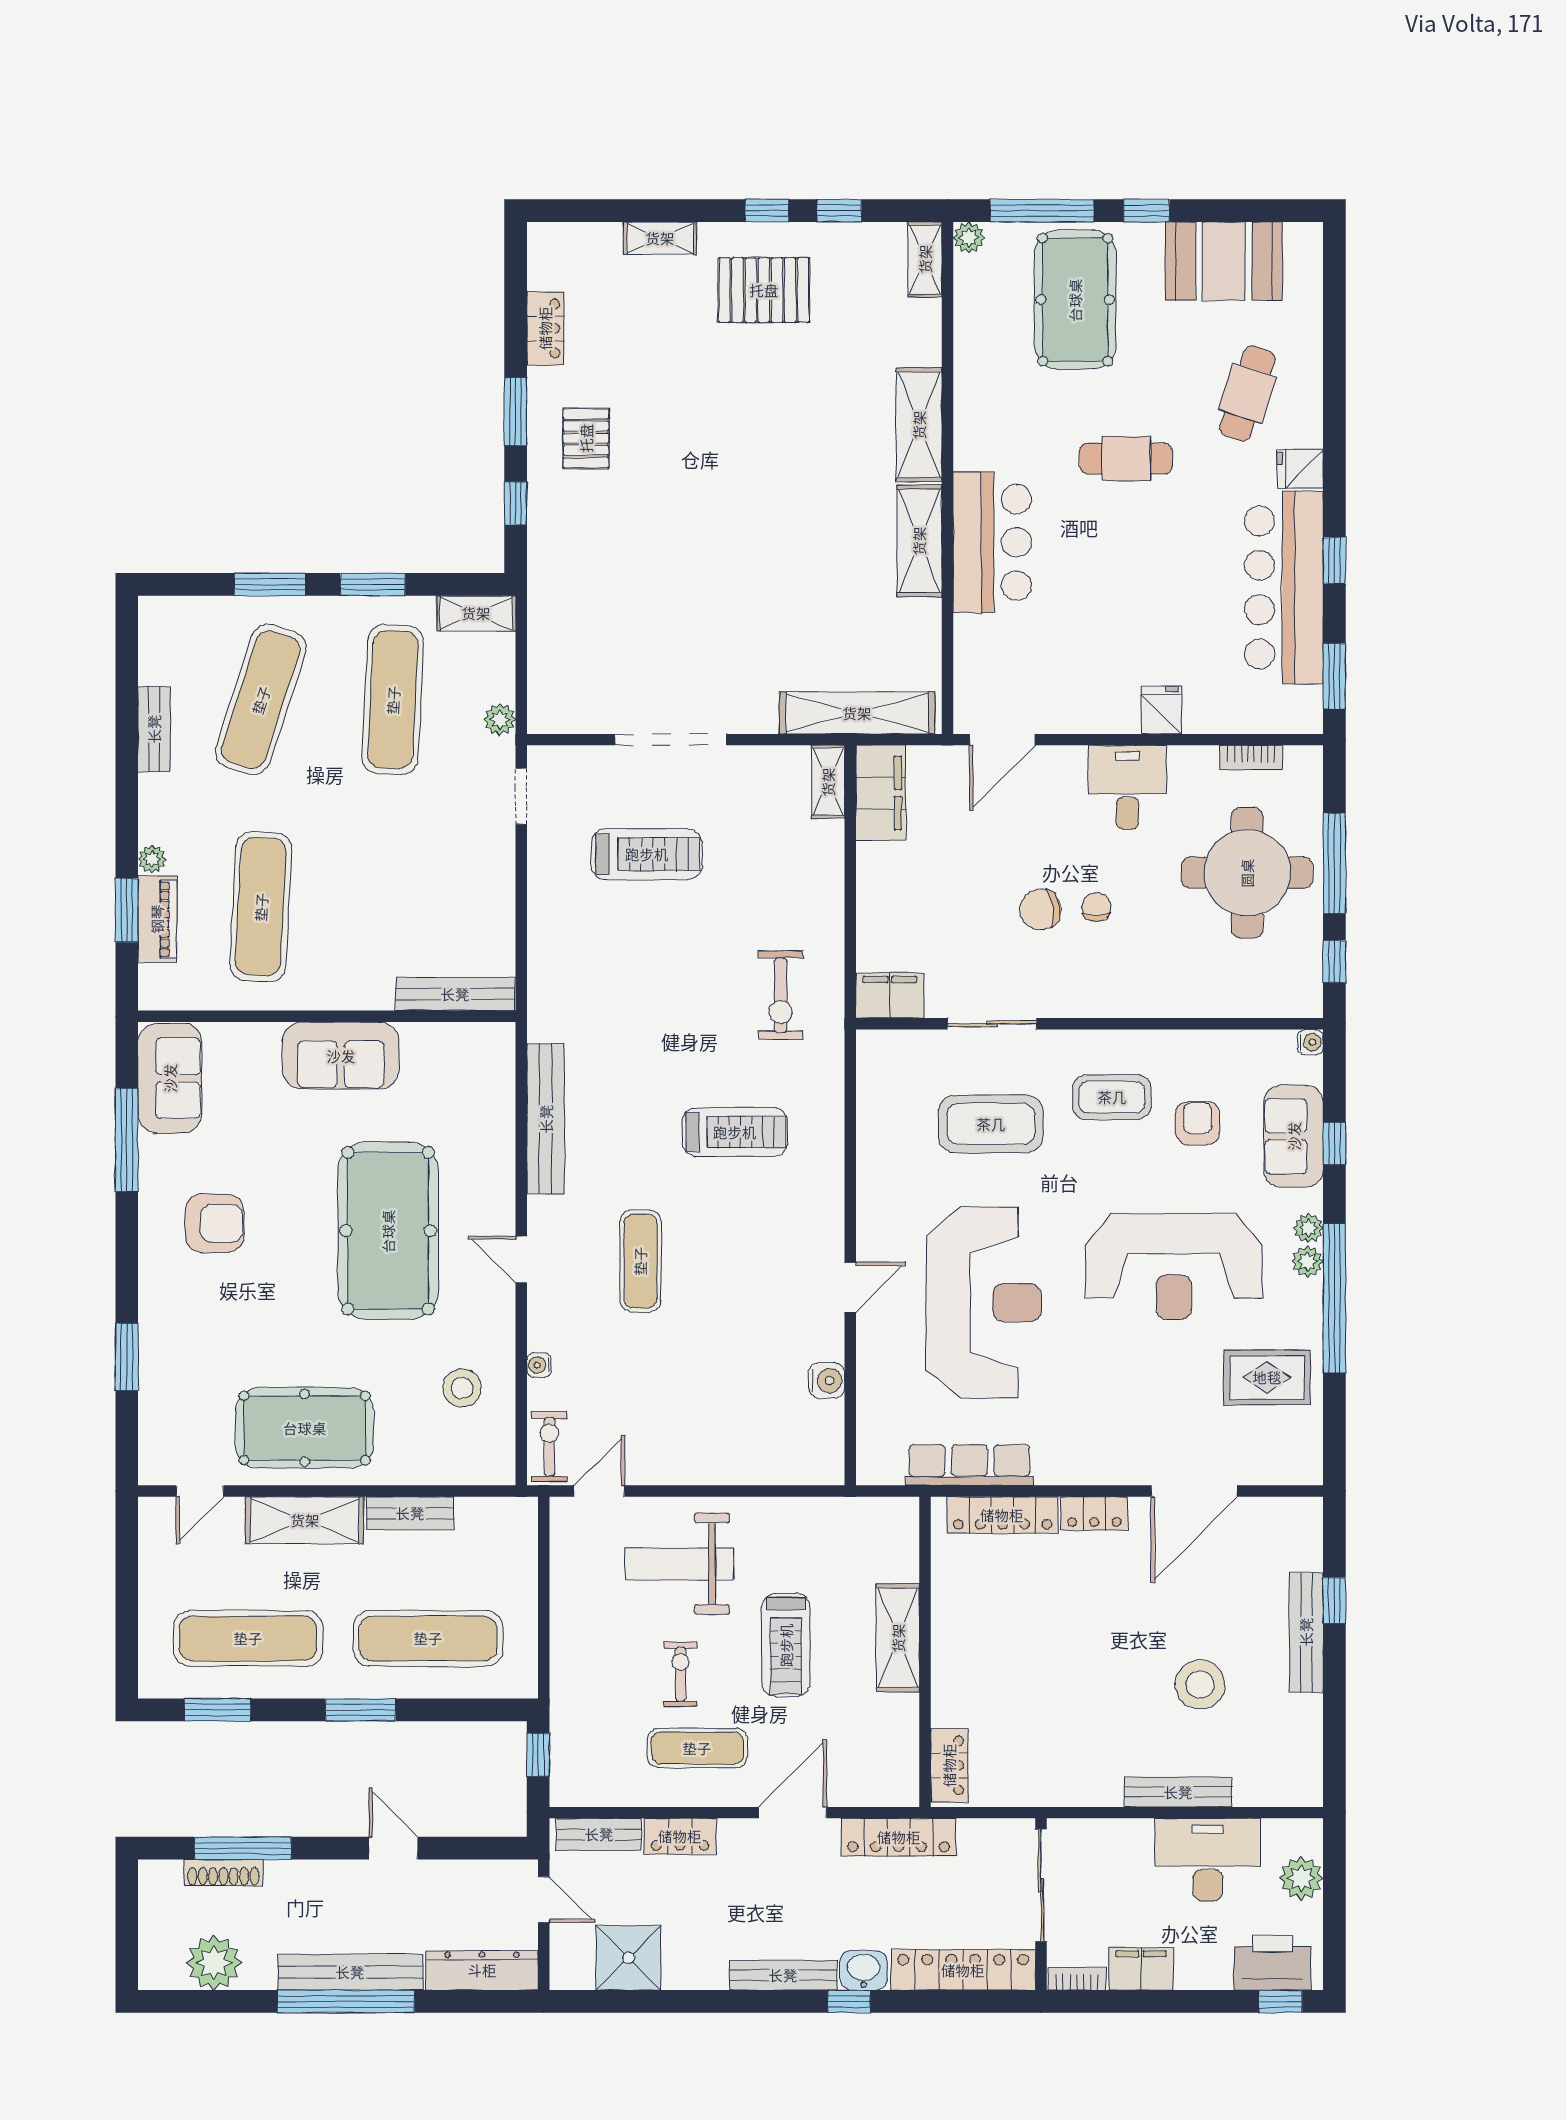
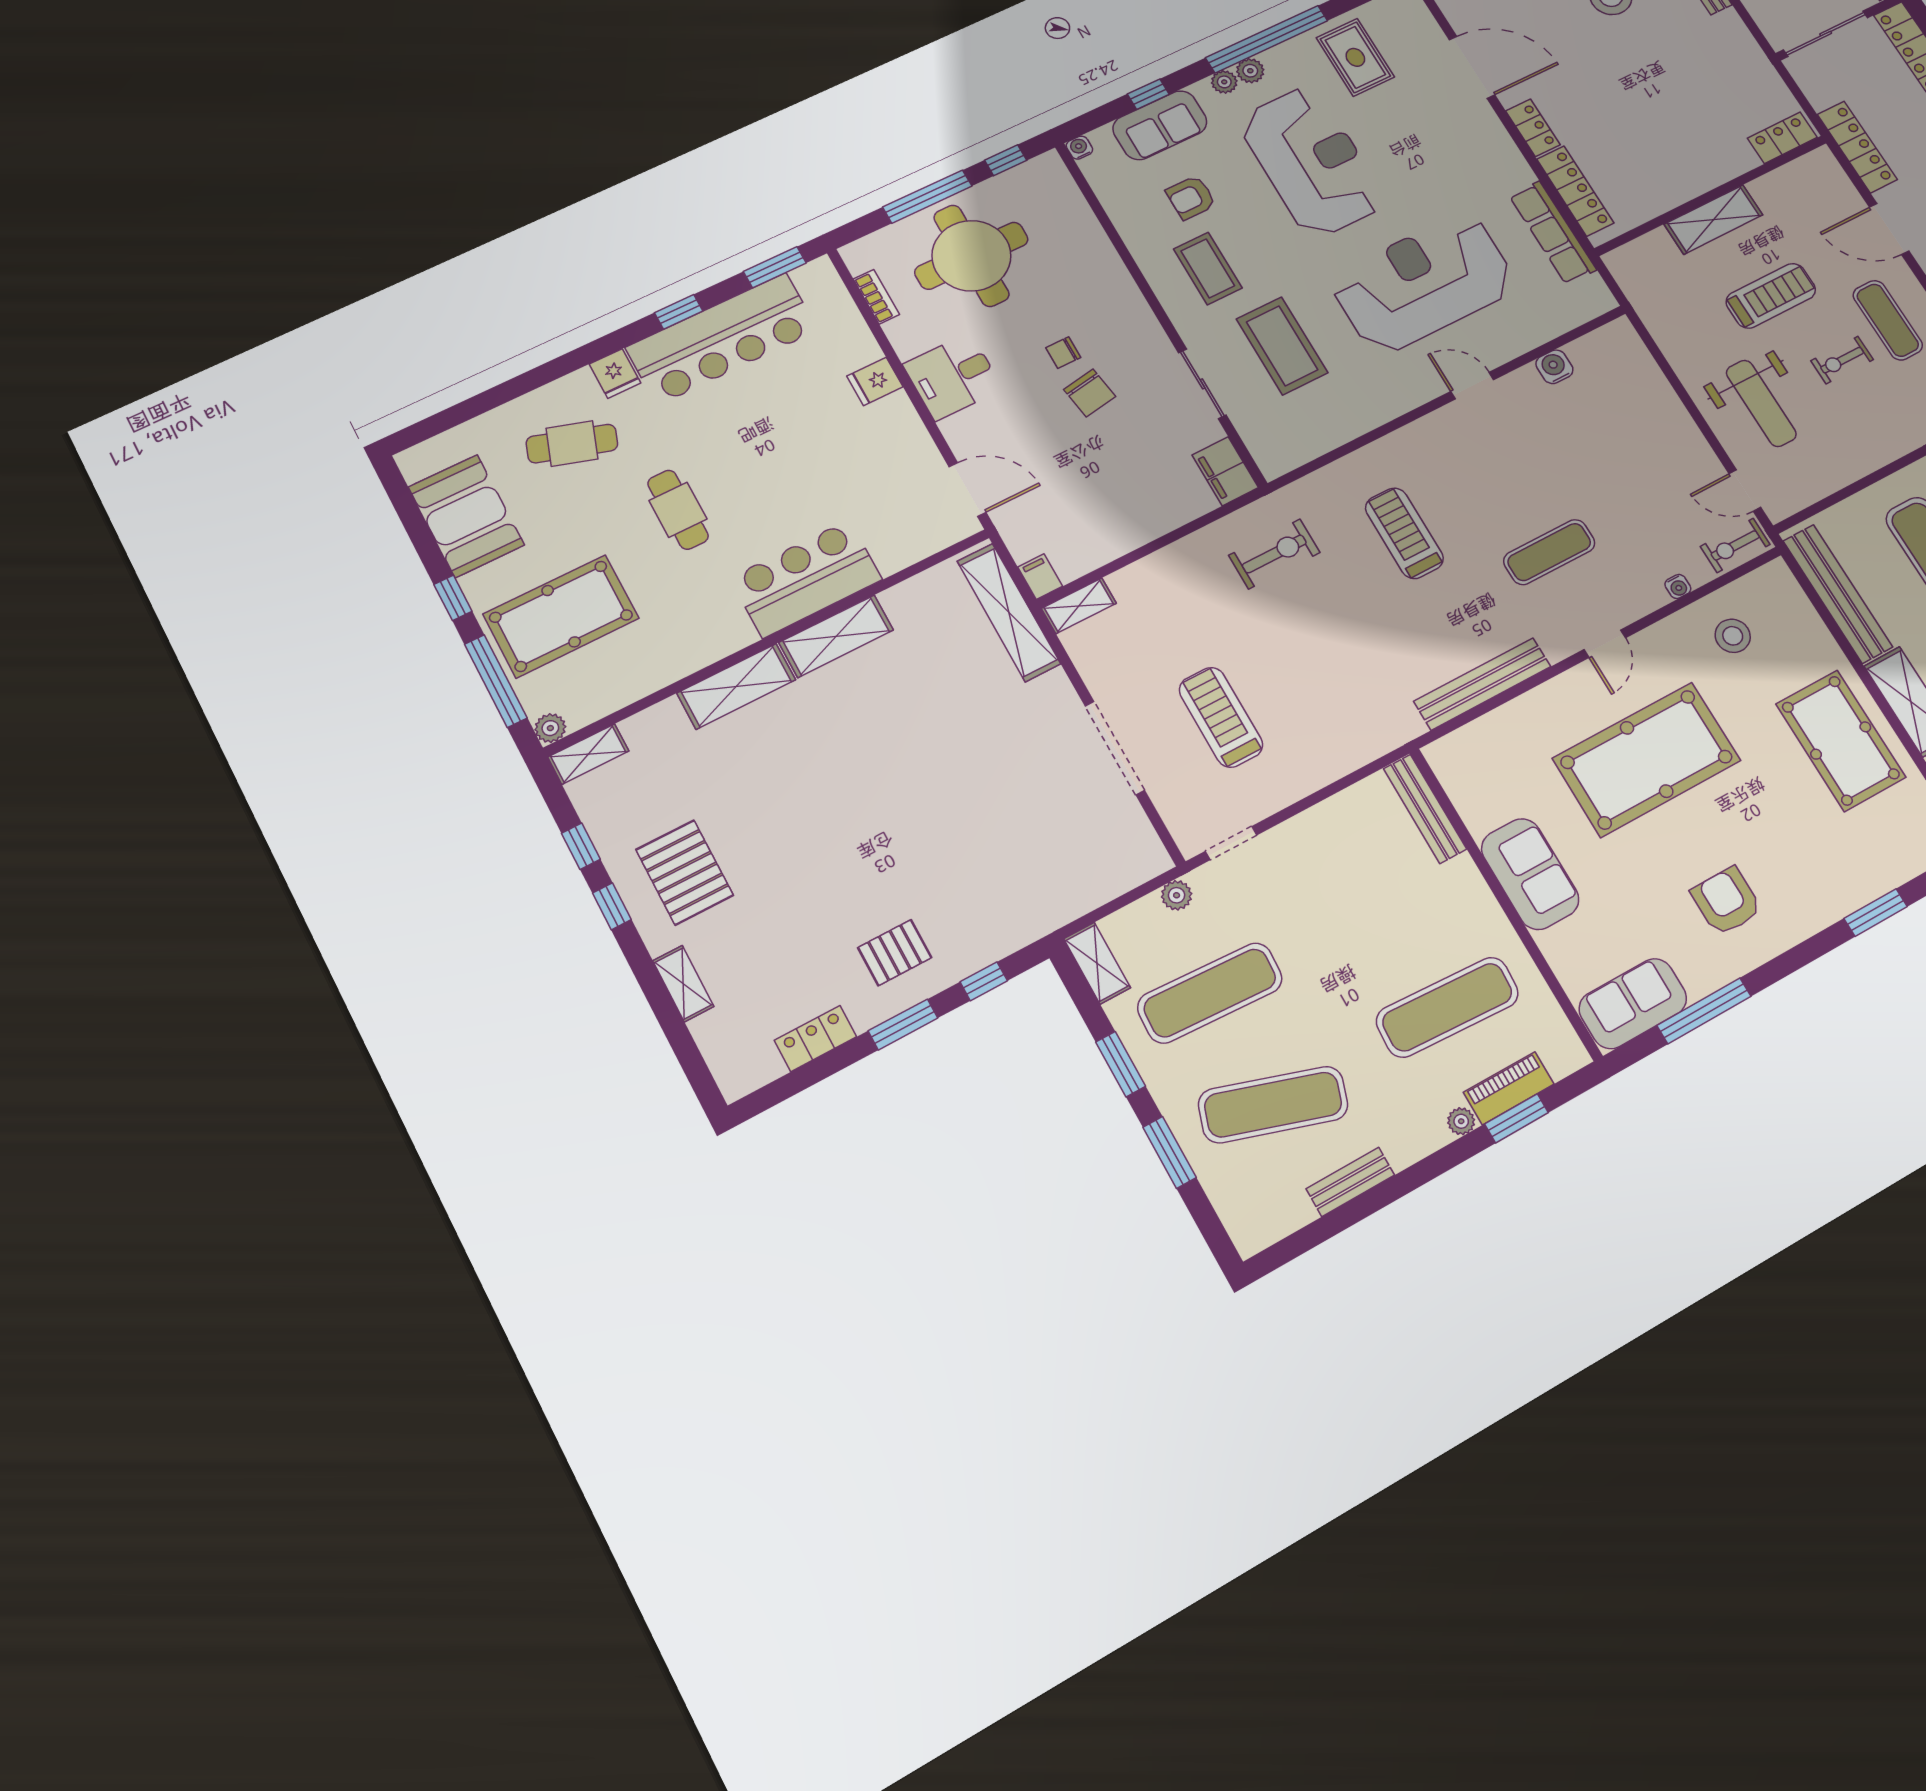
filing cabinet: (881, 793) -> (1040, 577), width x0.33, depth x0.86
bench: (410, 1513) -> (1838, 594), width x1.86, depth x1.21

